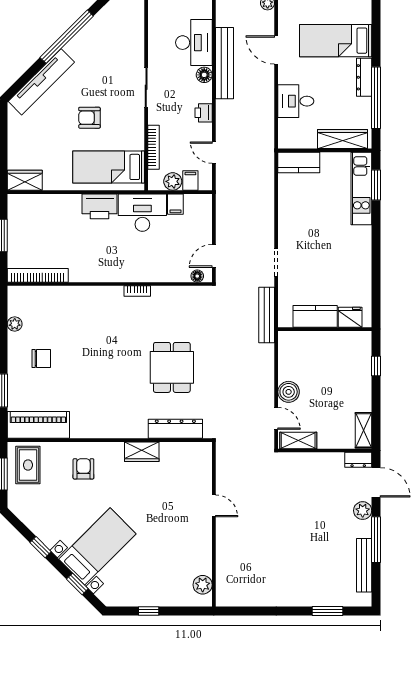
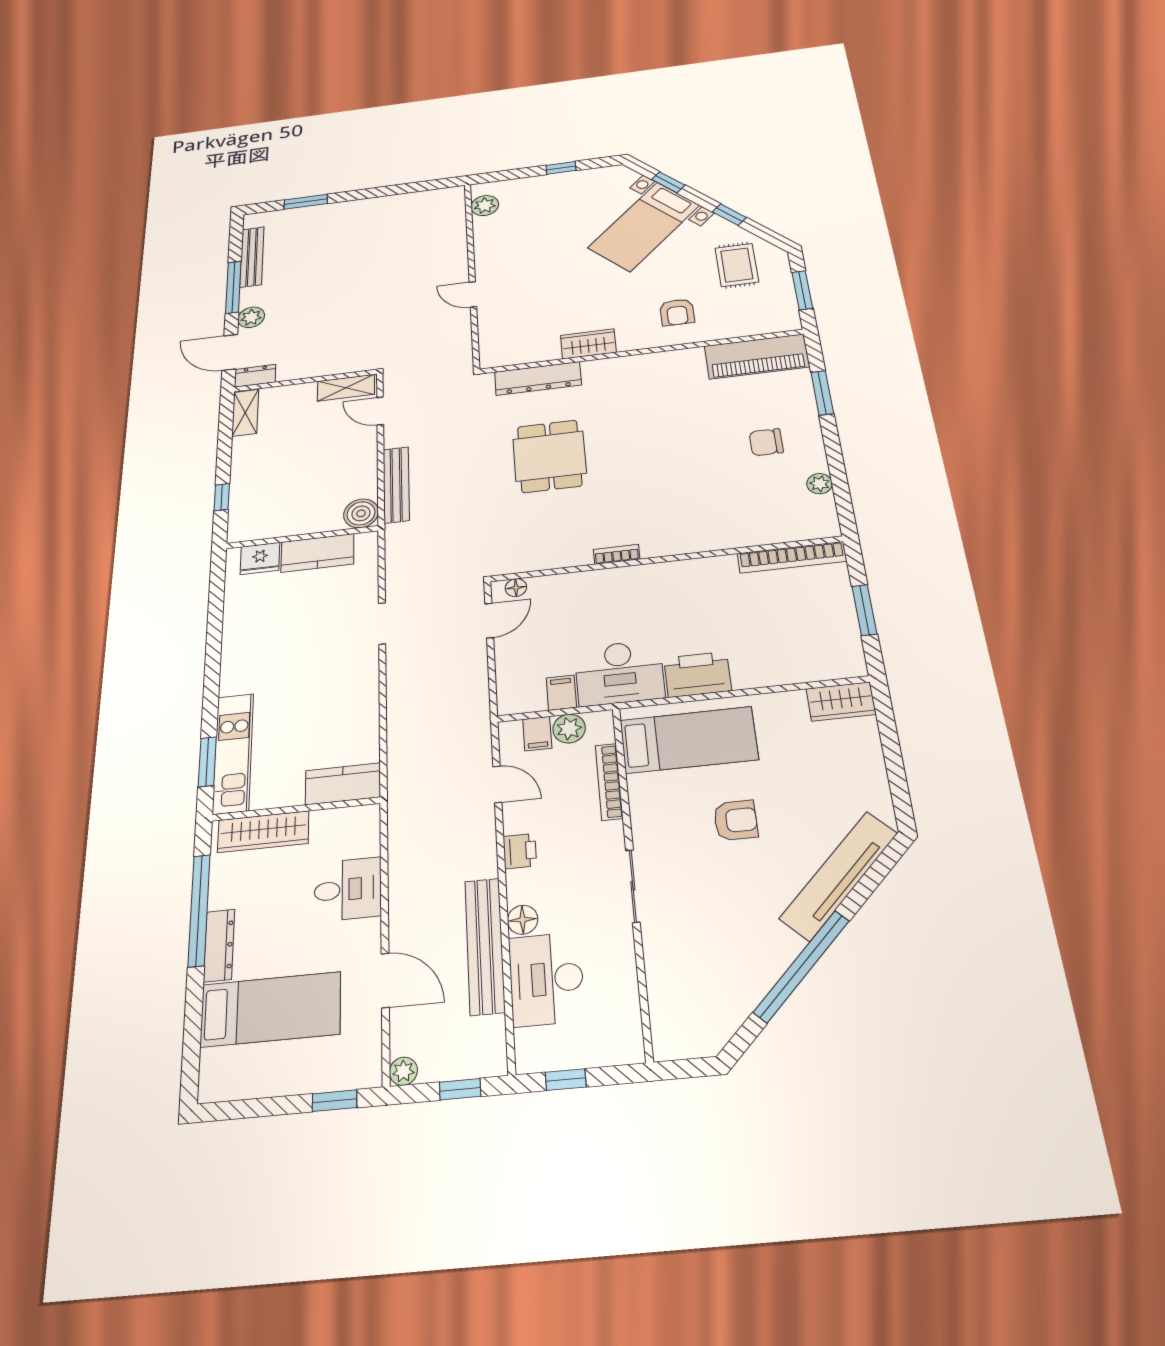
bench: (267, 315) -> (396, 485), moved
boiler: (289, 392) -> (361, 513), moved
rug: (28, 465) -> (737, 265), moved

